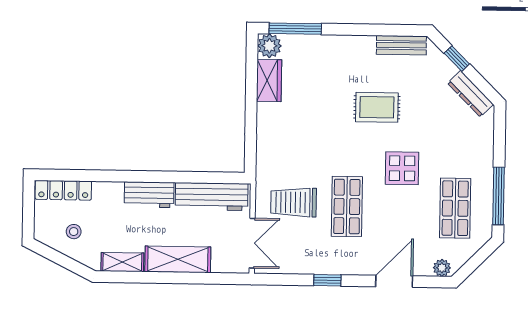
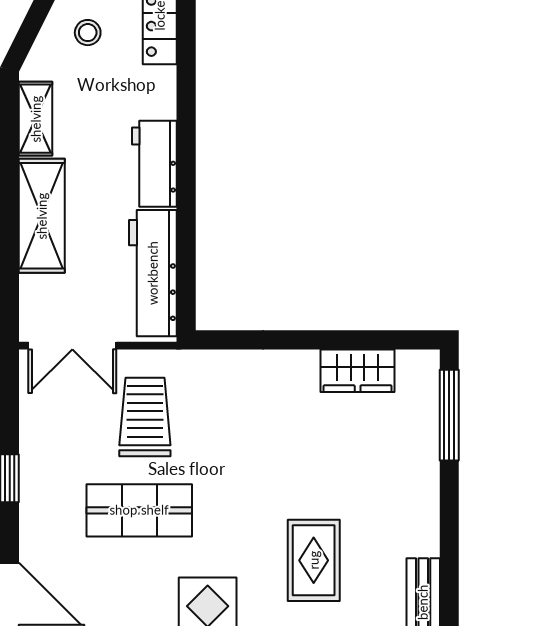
plant: (269, 46) -> (419, 370), removed

